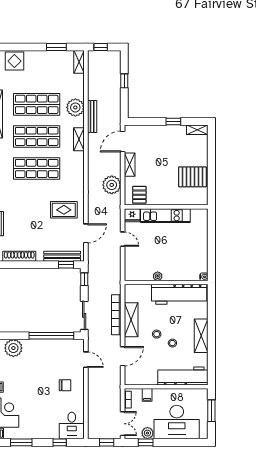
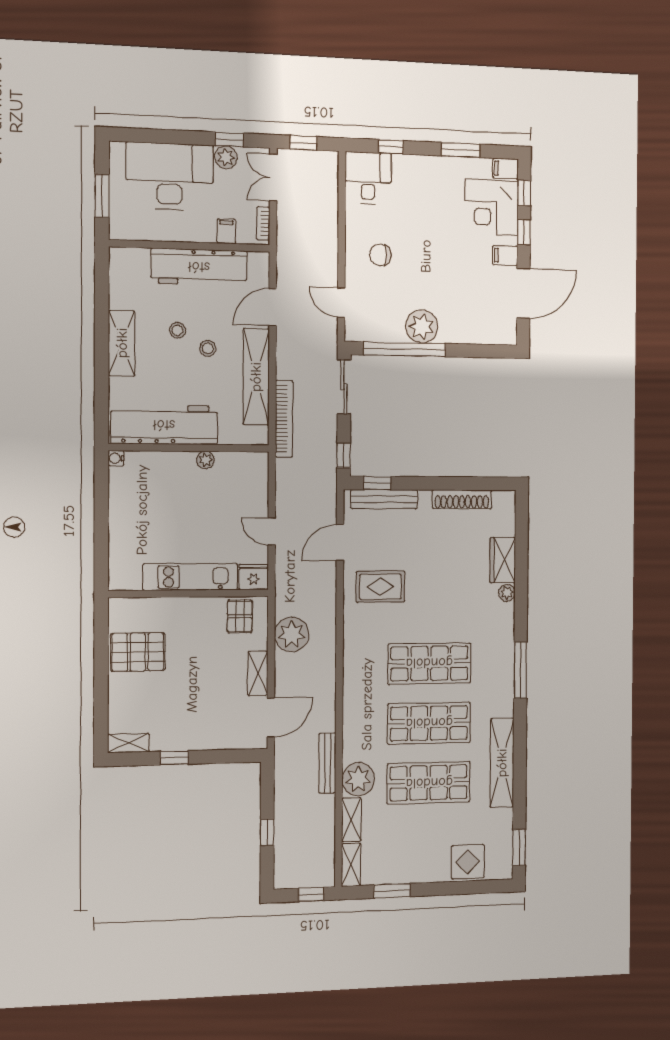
shelving: (79, 139) -> (351, 820), moved
bookcase: (116, 315) -> (284, 419), moved
shelving: (131, 320) -> (256, 377), width x1.47
plant: (13, 348) -> (422, 327), moved
workbench: (183, 376) -> (199, 267), moved

